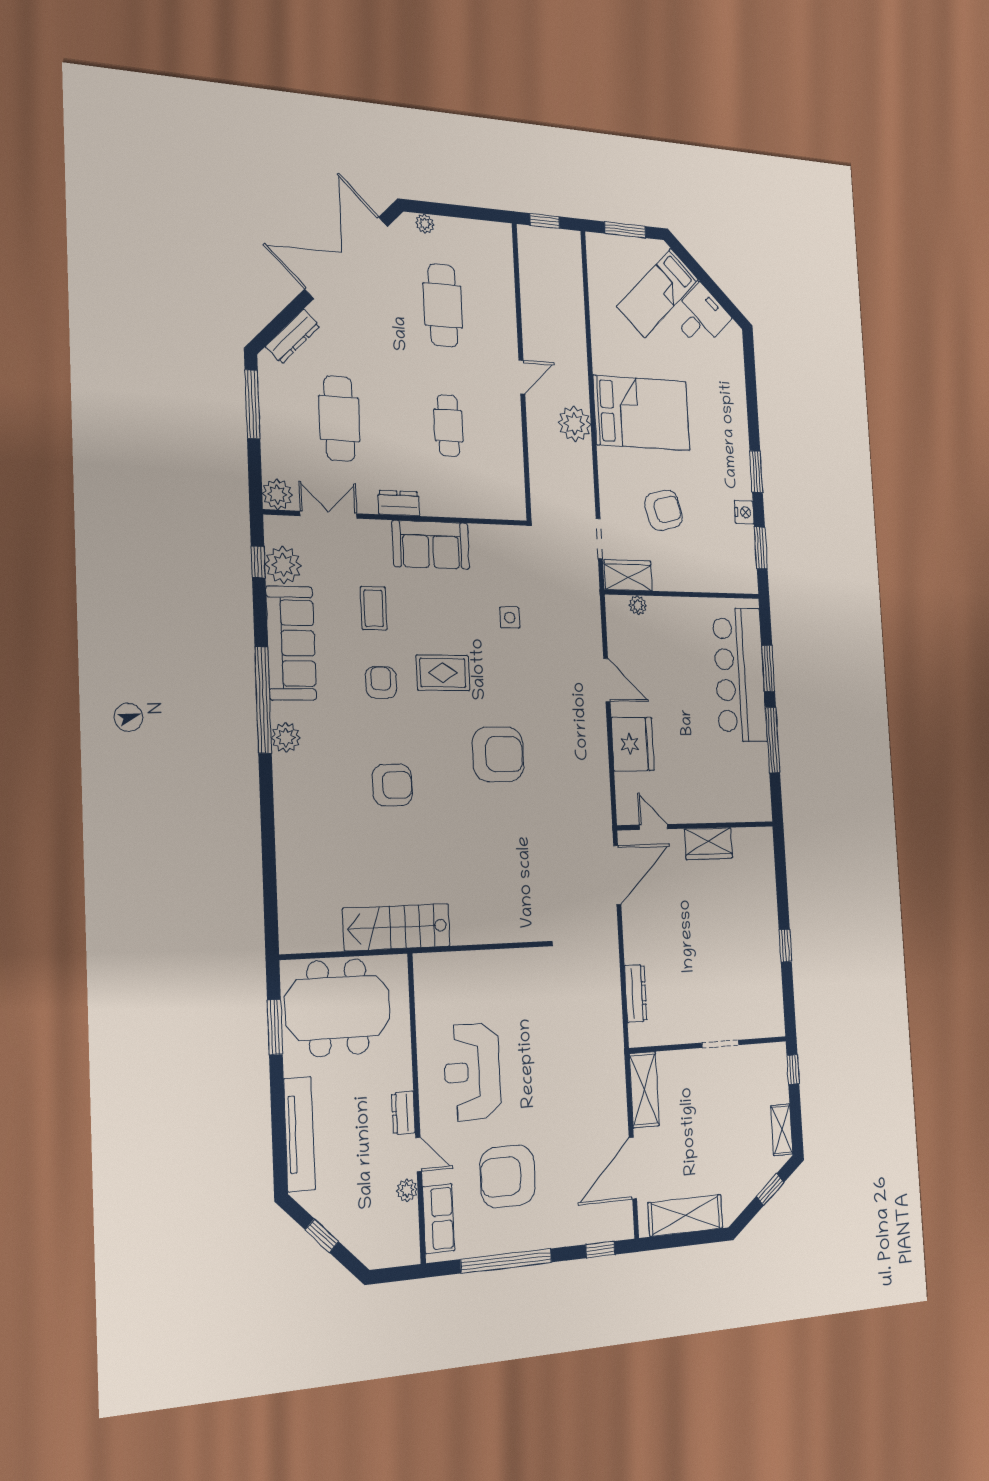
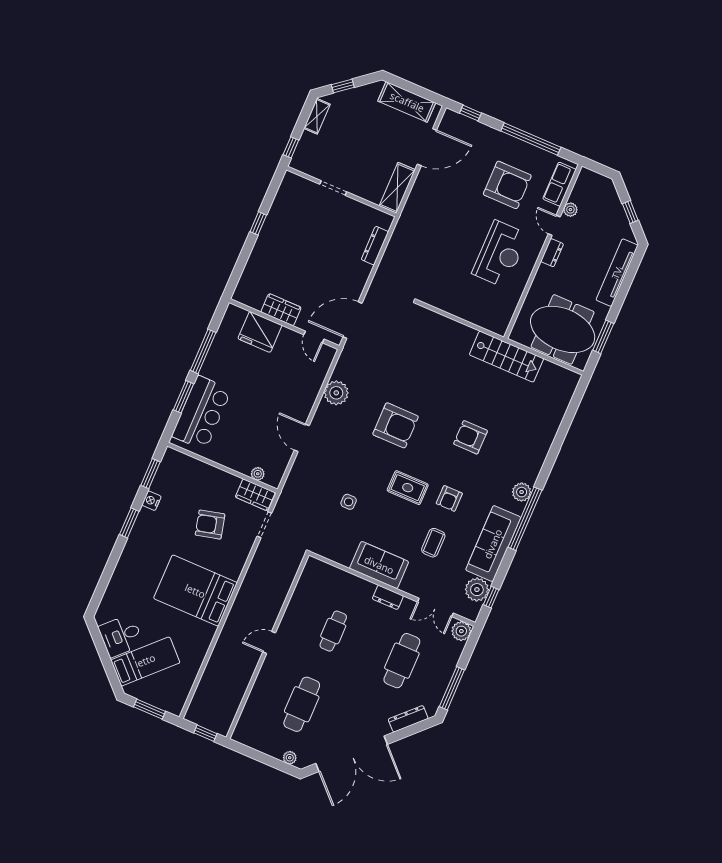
plant: (575, 424) -> (336, 393), moved
bar counter: (740, 675) -> (202, 413), width x0.73
fridge: (633, 744) -> (260, 332), moved, turned -90
armchair: (498, 754) -> (396, 425), turned 180

